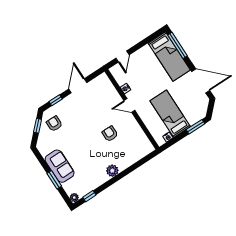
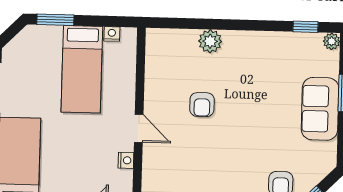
plant: (112, 171) -> (210, 41), moved

